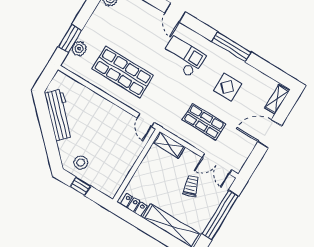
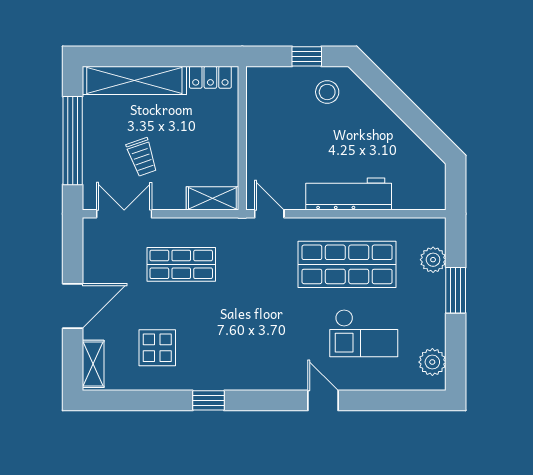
window: (70, 38) -> (456, 290), moved
window: (231, 47) -> (208, 400), width x0.46
checkout: (183, 57) -> (364, 333), moved
display table: (228, 87) -> (157, 348), moved
workbench: (59, 115) -> (349, 194), moved, turned 135

